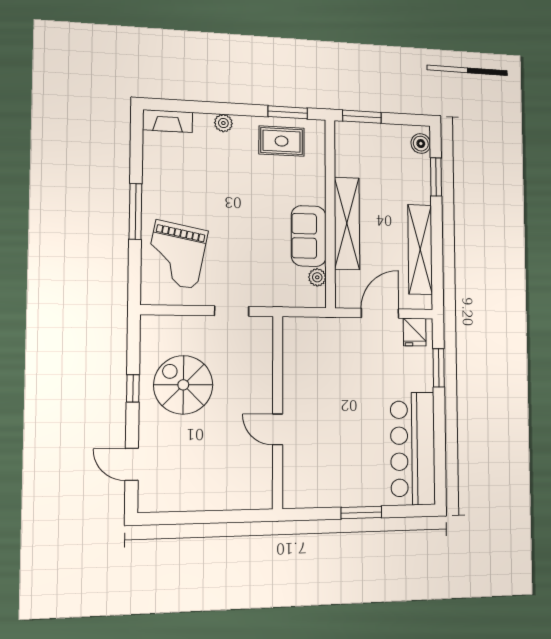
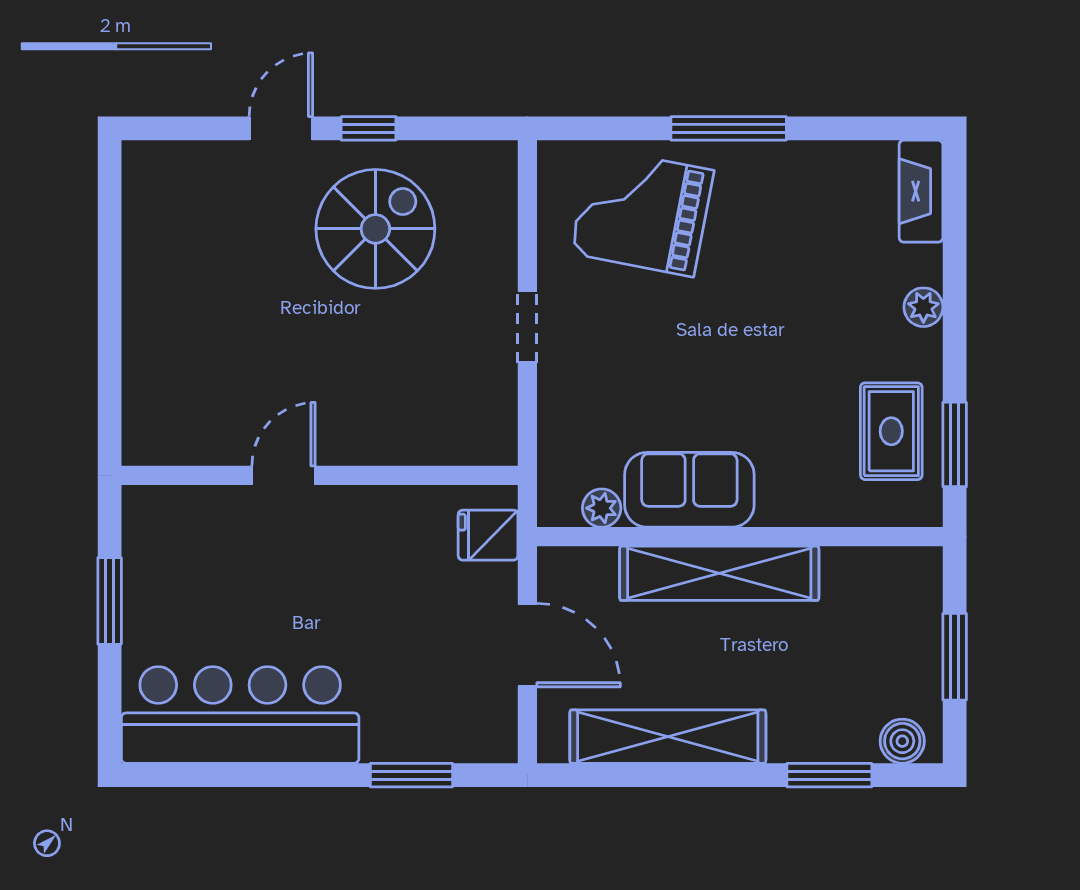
window: (362, 117) -> (955, 657), moved
fridge: (415, 332) -> (488, 535), moved
wall: (278, 412) -> (320, 475), moved
door: (278, 429) -> (283, 475), moved
door: (132, 464) -> (281, 128), moved

